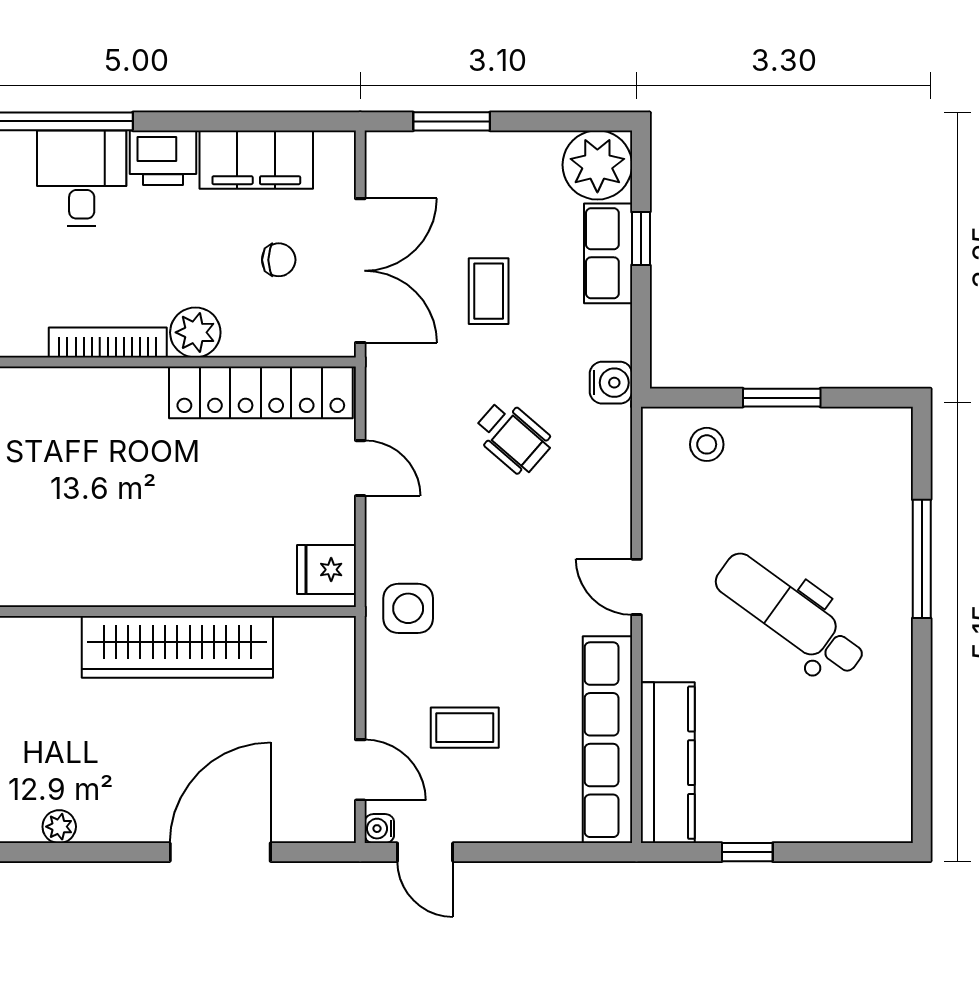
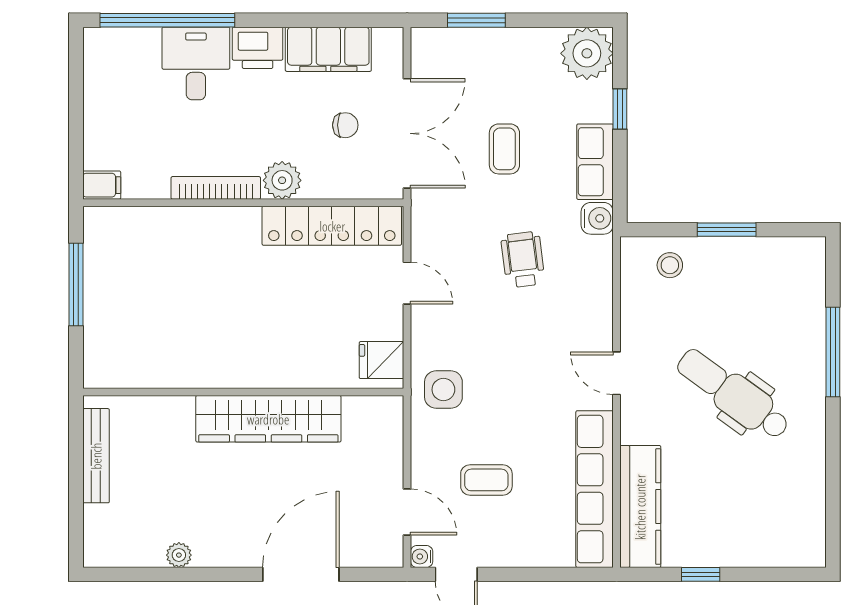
row of seats: (608, 253) -> (595, 162), moved
wheelchair: (513, 437) -> (523, 260), turned -138

